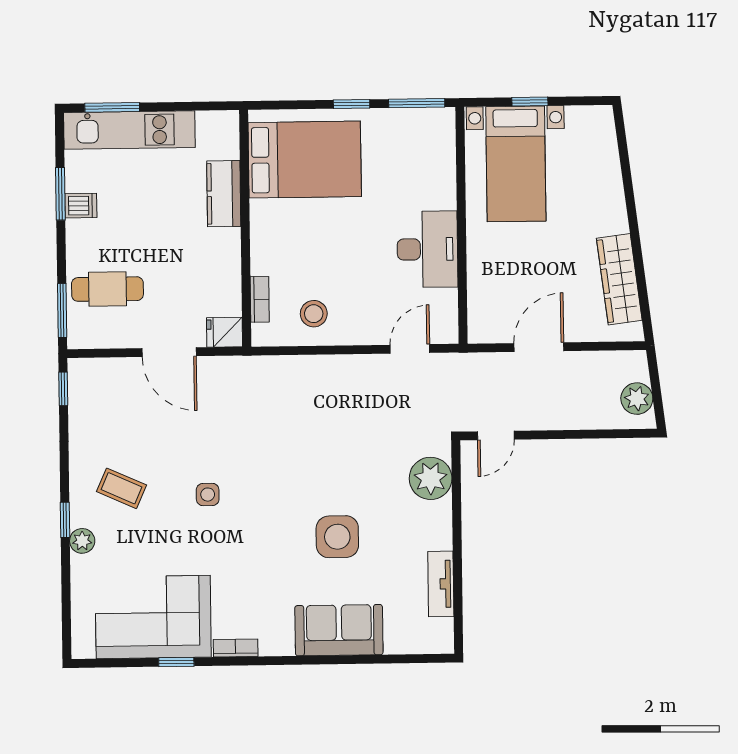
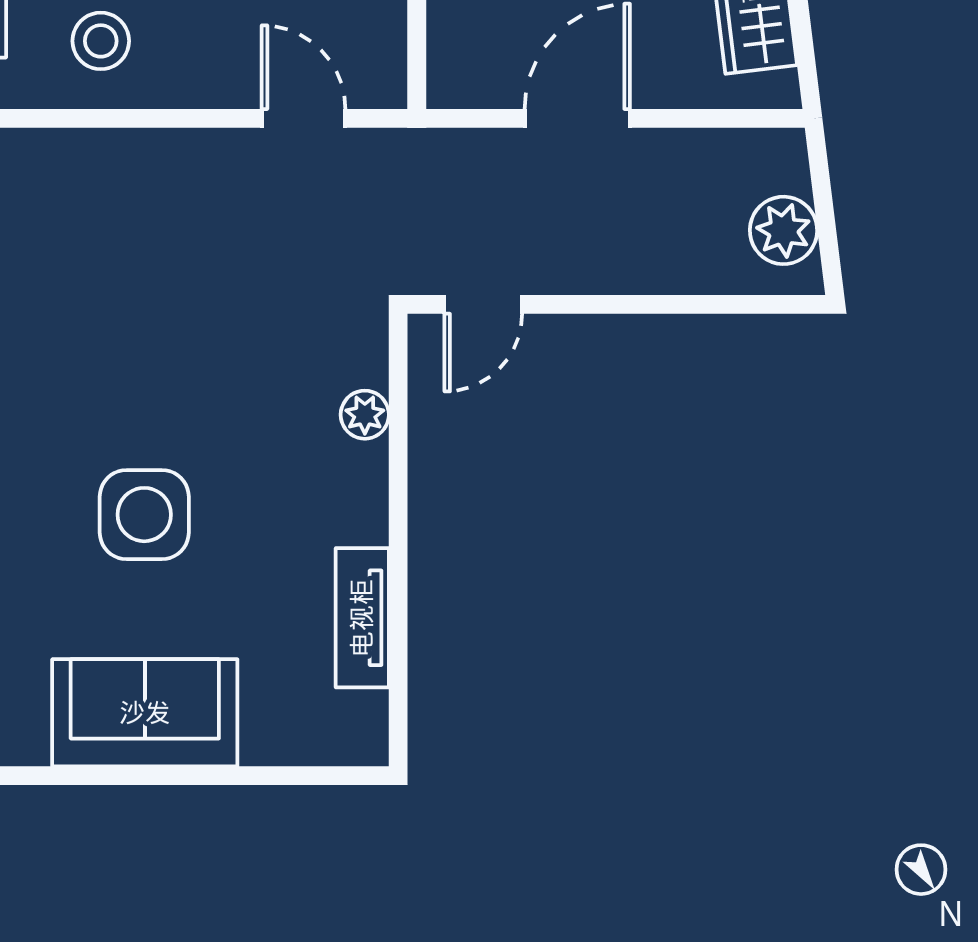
door: (410, 349) -> (304, 118), hinge flipped
plant: (431, 478) -> (365, 415), width x0.53, depth x0.53

